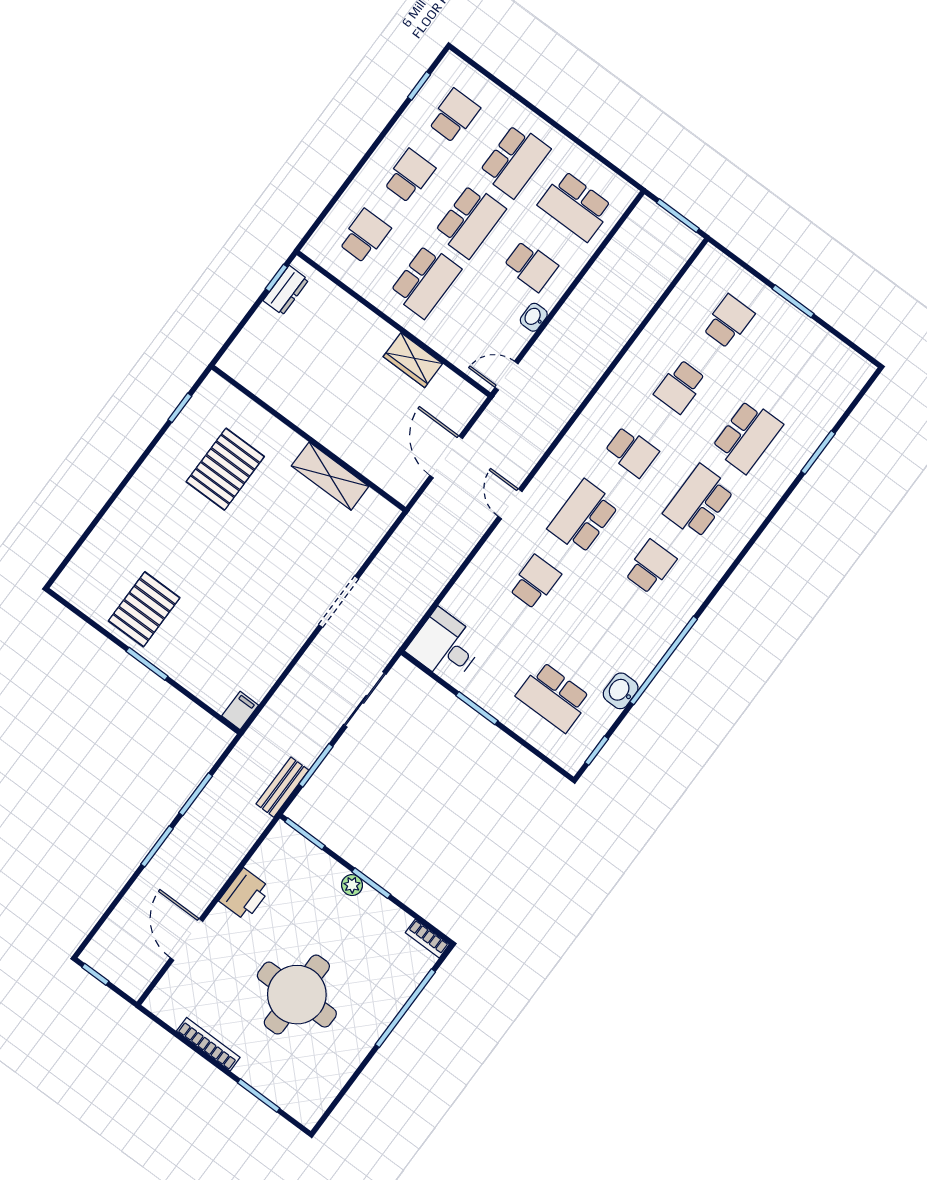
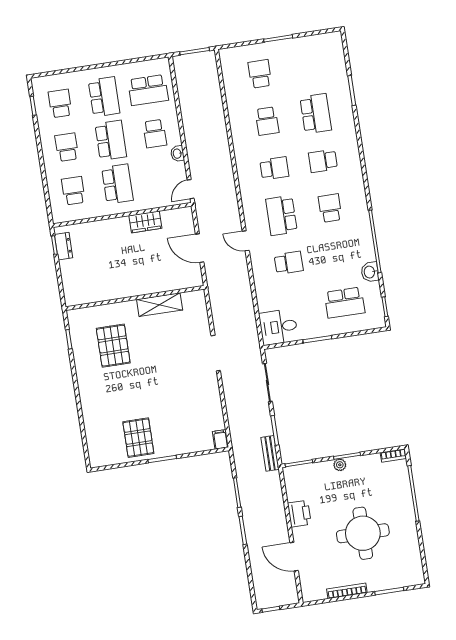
school desk: (531, 266) -> (155, 134), turned 90
school desk: (699, 501) -> (323, 161), width x0.54
school desk: (535, 582) -> (289, 263), turned 90

